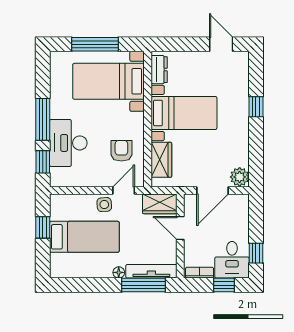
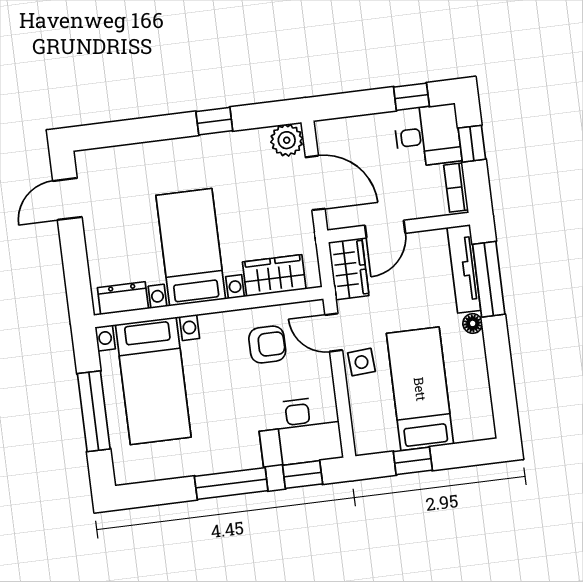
window: (256, 107) -> (214, 121), moved
desk: (68, 143) -> (300, 431), moved
armchair: (121, 151) -> (267, 345), turned 180

